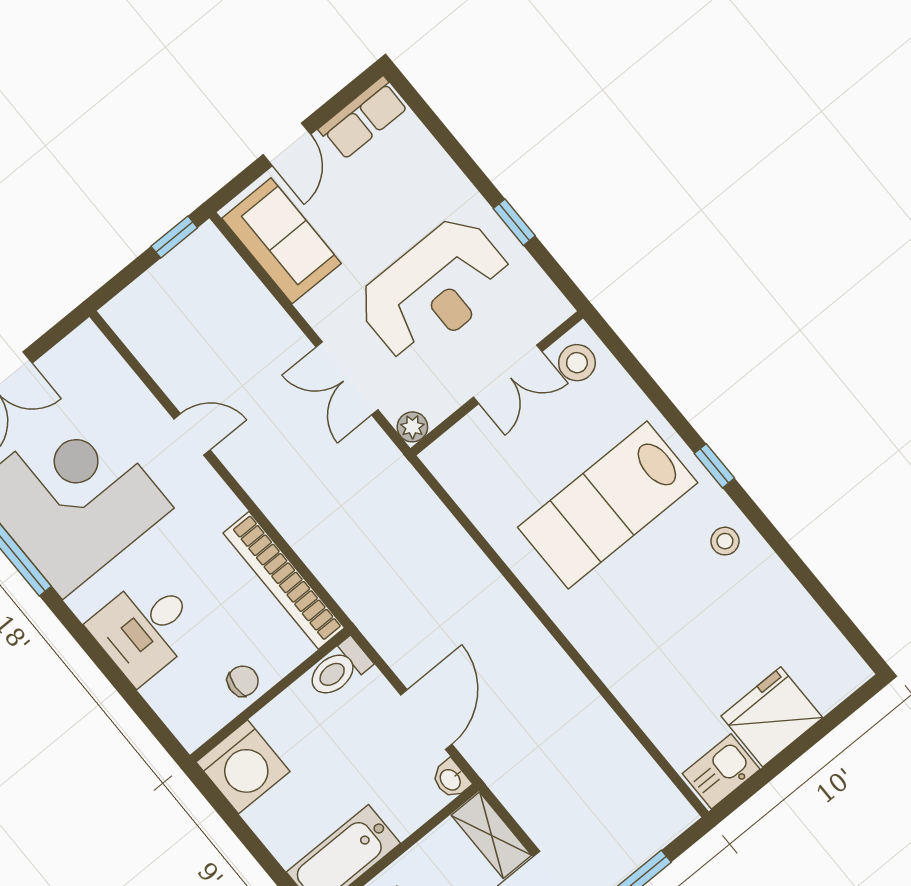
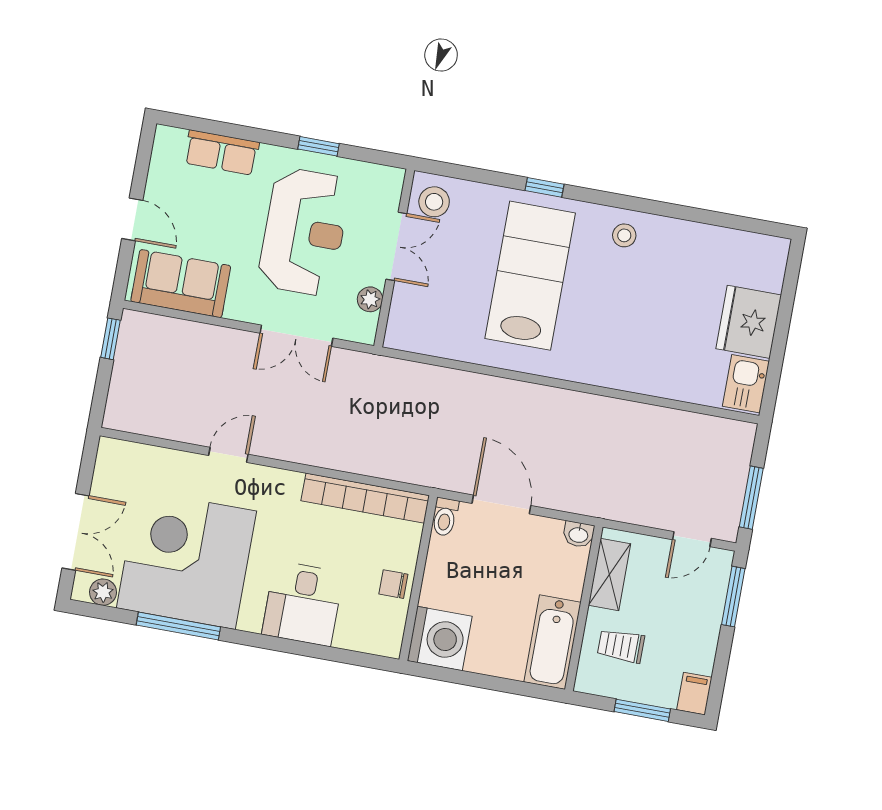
row of seats: (363, 118) -> (222, 153), moved, turned 90
plant: (412, 427) -> (370, 299), moved
window: (714, 466) -> (545, 187), moved
lab bench: (608, 505) -> (530, 276), turned 180
toilet: (339, 669) -> (445, 517), width x0.73, depth x0.72
chair: (243, 681) -> (393, 584), turned -95
door: (426, 720) -> (501, 504), moved
shelving: (491, 835) -> (610, 575), moved, turned 90

